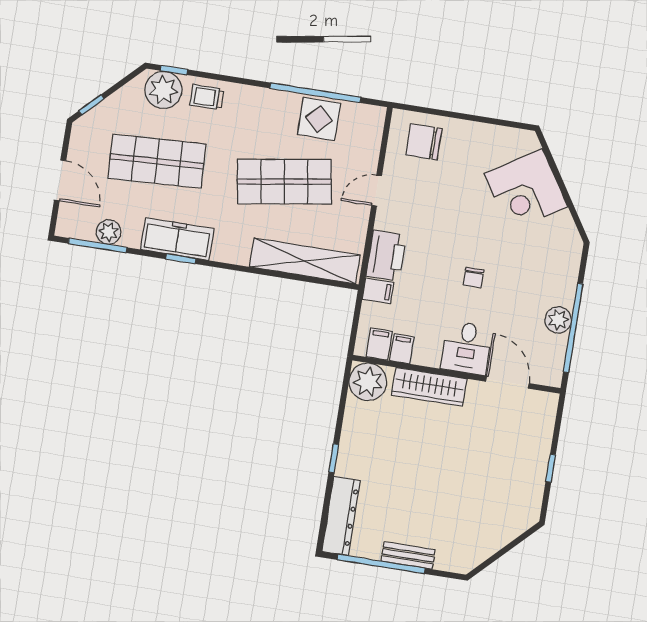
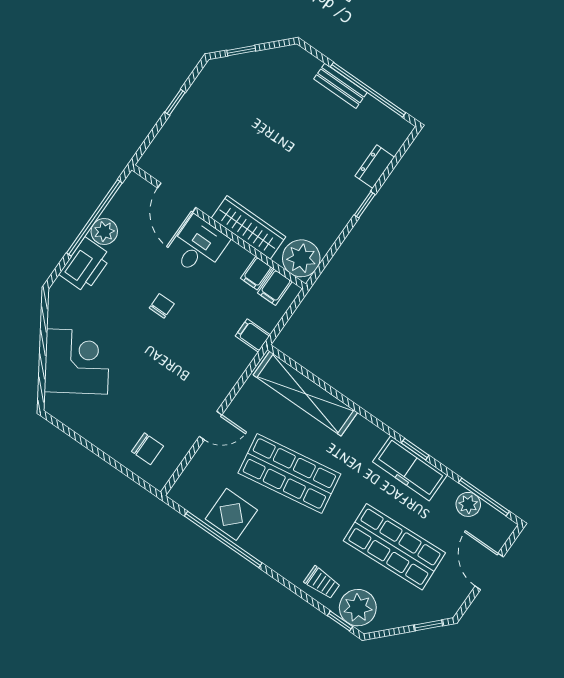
chair: (424, 142) -> (147, 449), width x0.73, depth x0.73
printer: (386, 256) -> (85, 265), moved, turned 180
dresser: (341, 516) -> (375, 167), width x0.51, depth x0.80
window: (513, 544) -> (241, 51), added

